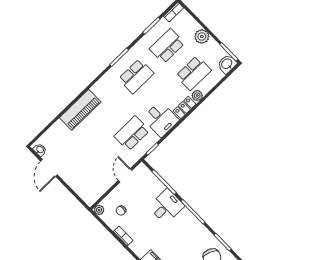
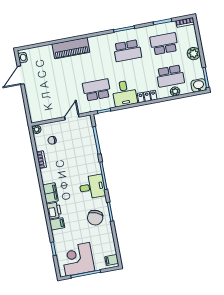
plant: (197, 96) -> (175, 91), moved
desk: (166, 206) -> (92, 187), moved

